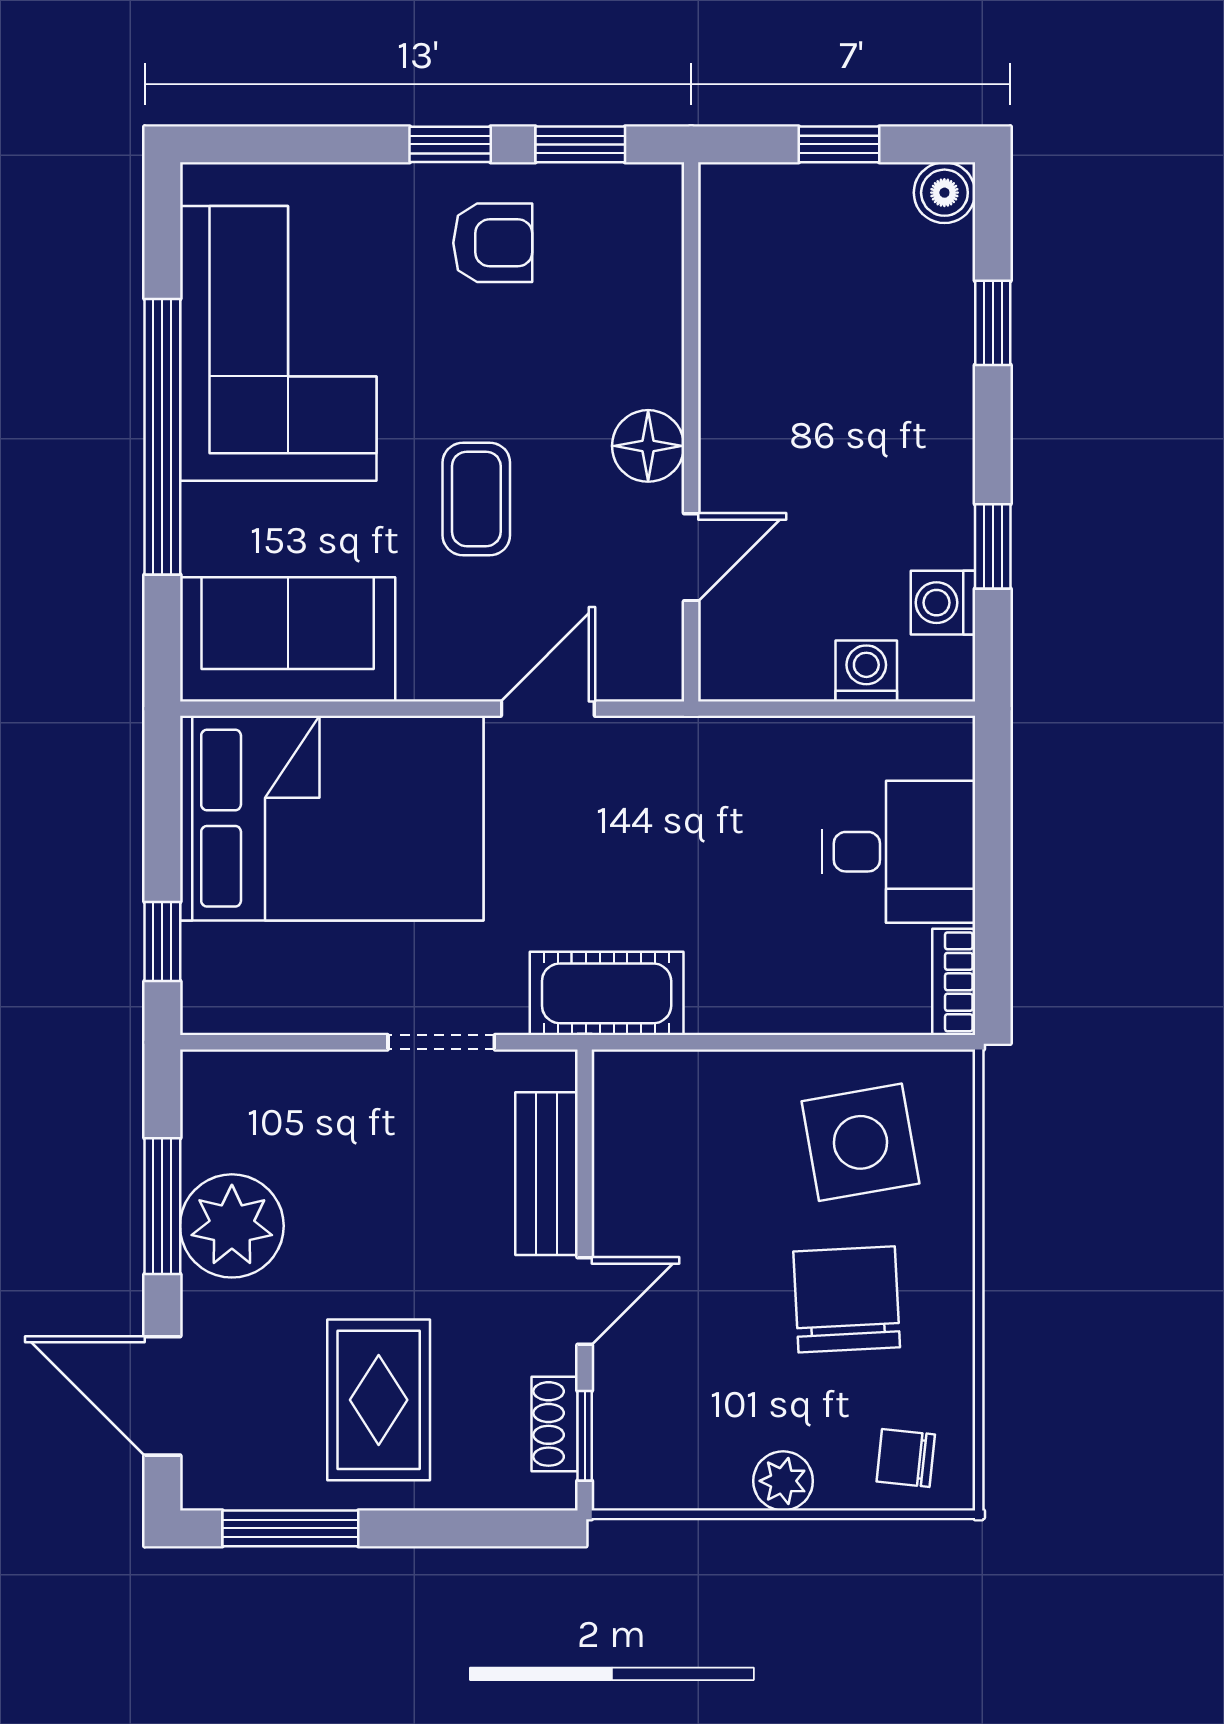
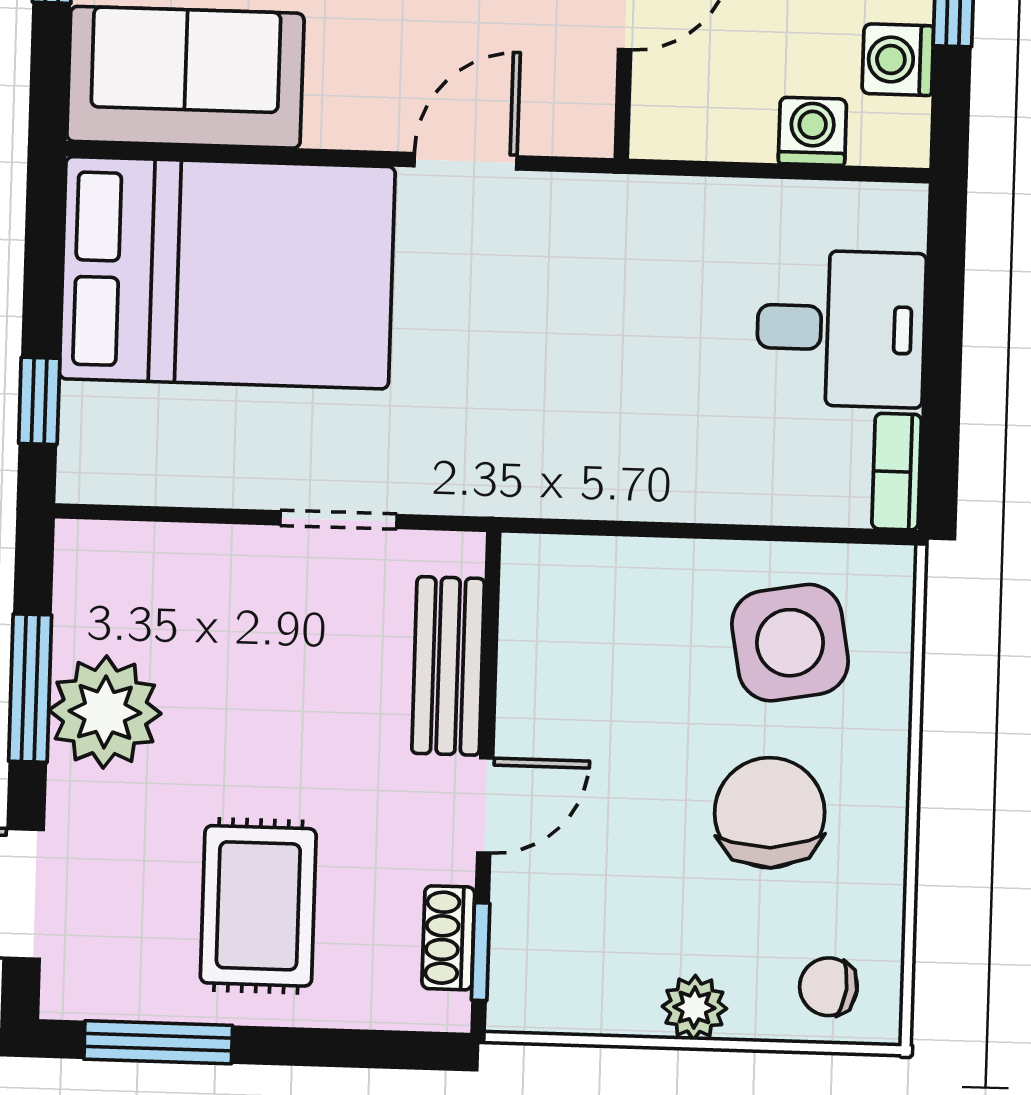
cot: (607, 993) -> (519, 472), removed

